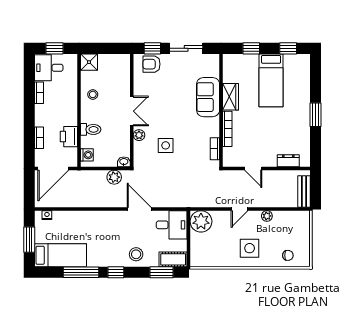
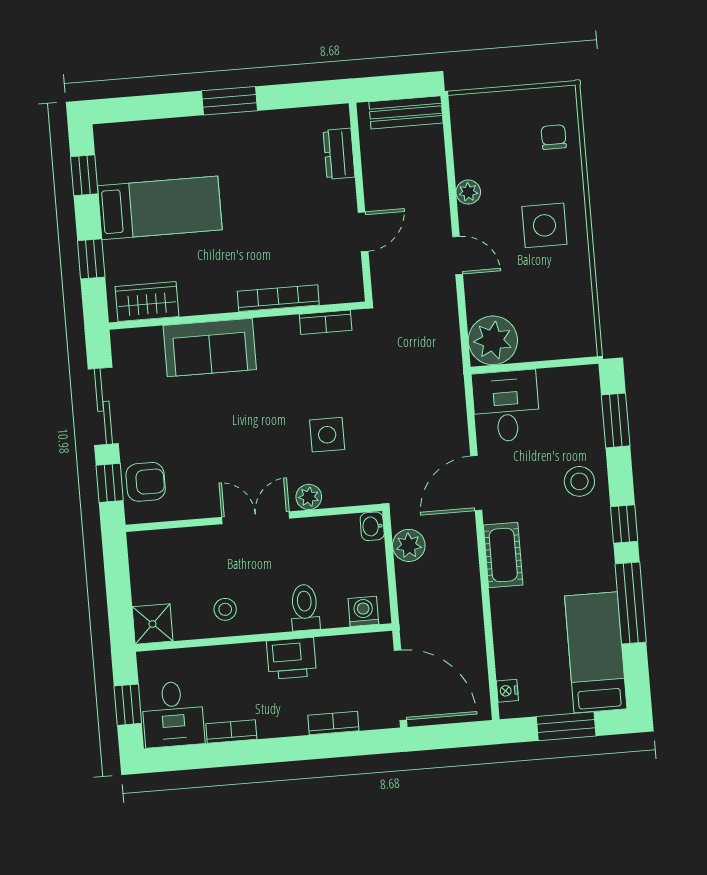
armchair: (151, 64) -> (146, 482), turned -90
wardrobe: (230, 97) -> (147, 302), moved
printer: (69, 137) -> (291, 658), moved
cot: (173, 259) -> (503, 555), moved

